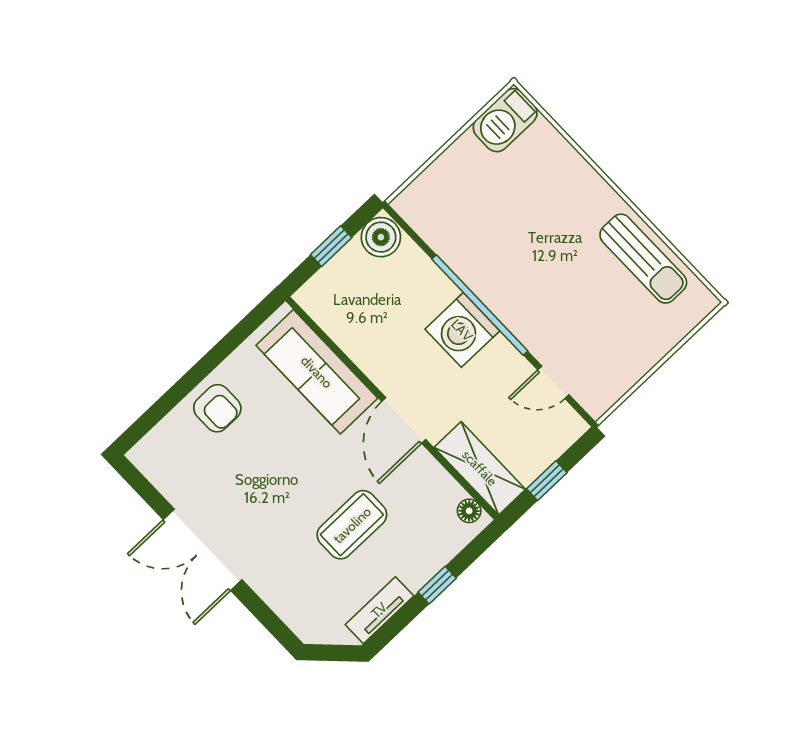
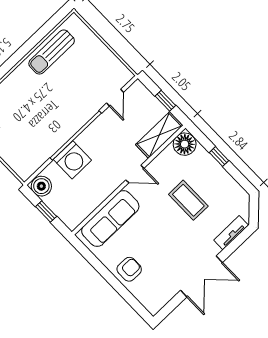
sun lounger: (643, 259) -> (52, 52), turned 180
washing machine: (462, 330) -> (72, 160), moved
door: (404, 420) -> (135, 174), width x0.73
floor lamp: (469, 511) -> (185, 144), width x1.89, depth x1.89
tv unit: (379, 610) -> (231, 233), moved, turned 90

